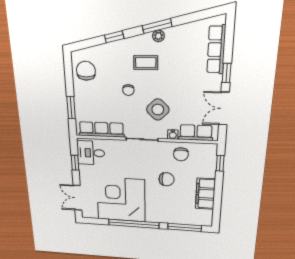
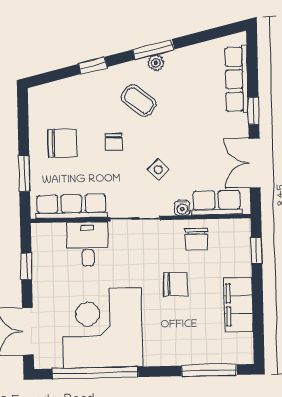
coffee table: (146, 63) -> (139, 100), turned 38
chair: (86, 71) -> (62, 143), moved, turned 90
side table: (158, 110) -> (158, 170), width x0.54, depth x0.54
desk: (91, 153) -> (88, 244), moved, turned 90
window: (134, 224) -> (95, 373), moved

